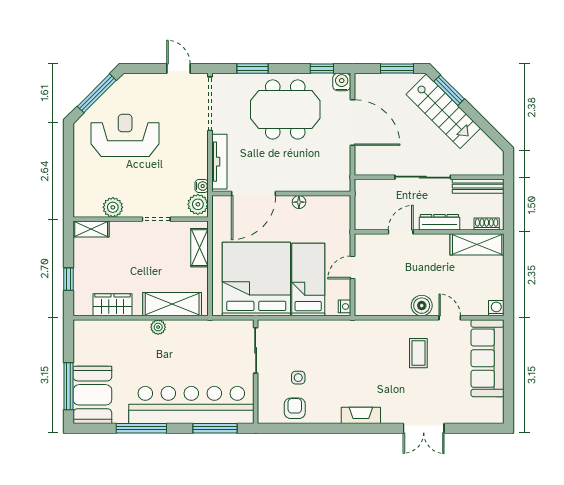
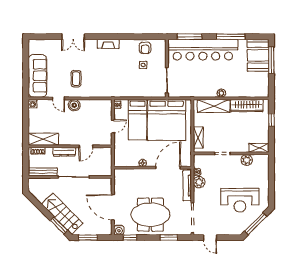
plant: (198, 204) -> (199, 182), moved
wardrobe: (112, 305) -> (247, 106), width x1.50
double door: (424, 428) -> (73, 37), swing flipped

